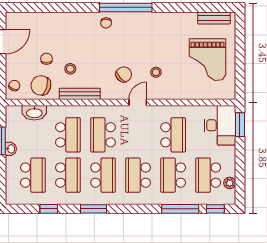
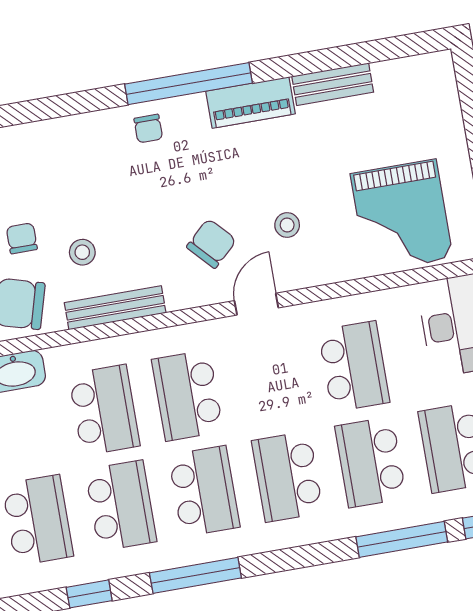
bench: (214, 18) -> (333, 84), moved
piano: (150, 20) -> (251, 102), added
grand piano: (208, 60) -> (402, 216), moved
window: (93, 209) -> (195, 575), width x1.44

